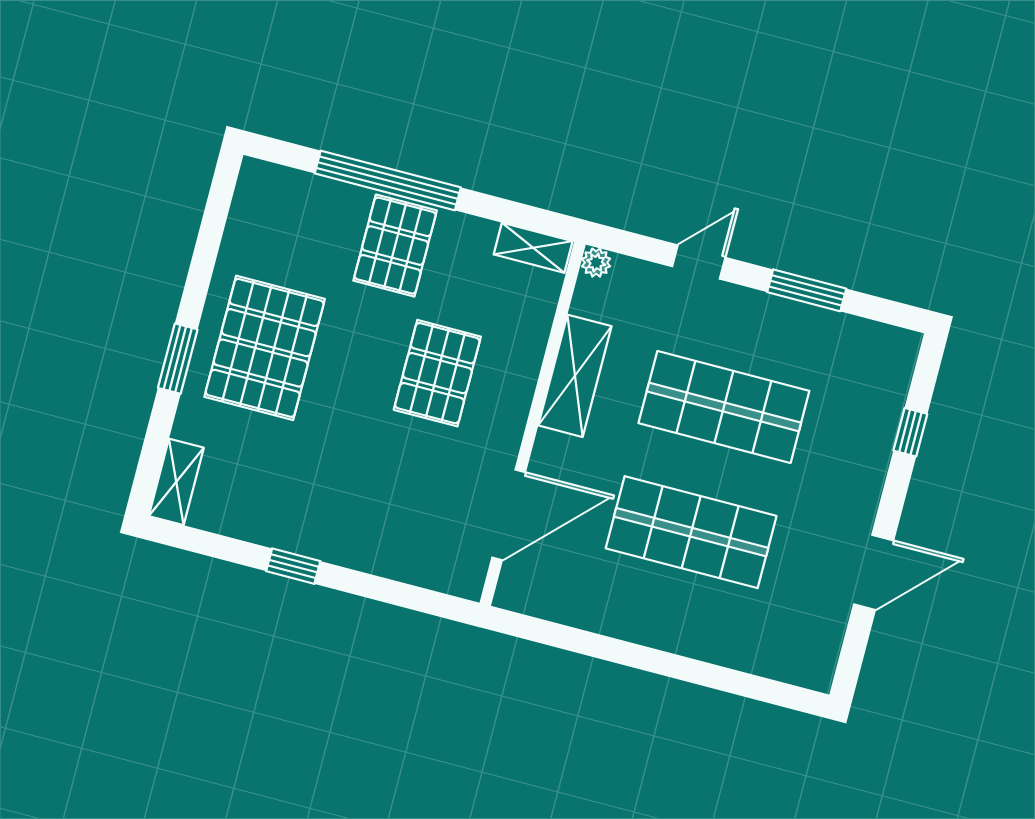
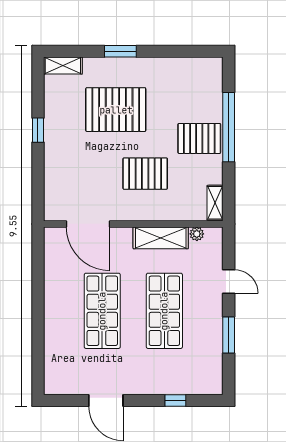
plant: (596, 263) -> (197, 234), moved
pallet: (265, 348) -> (116, 110), moved

